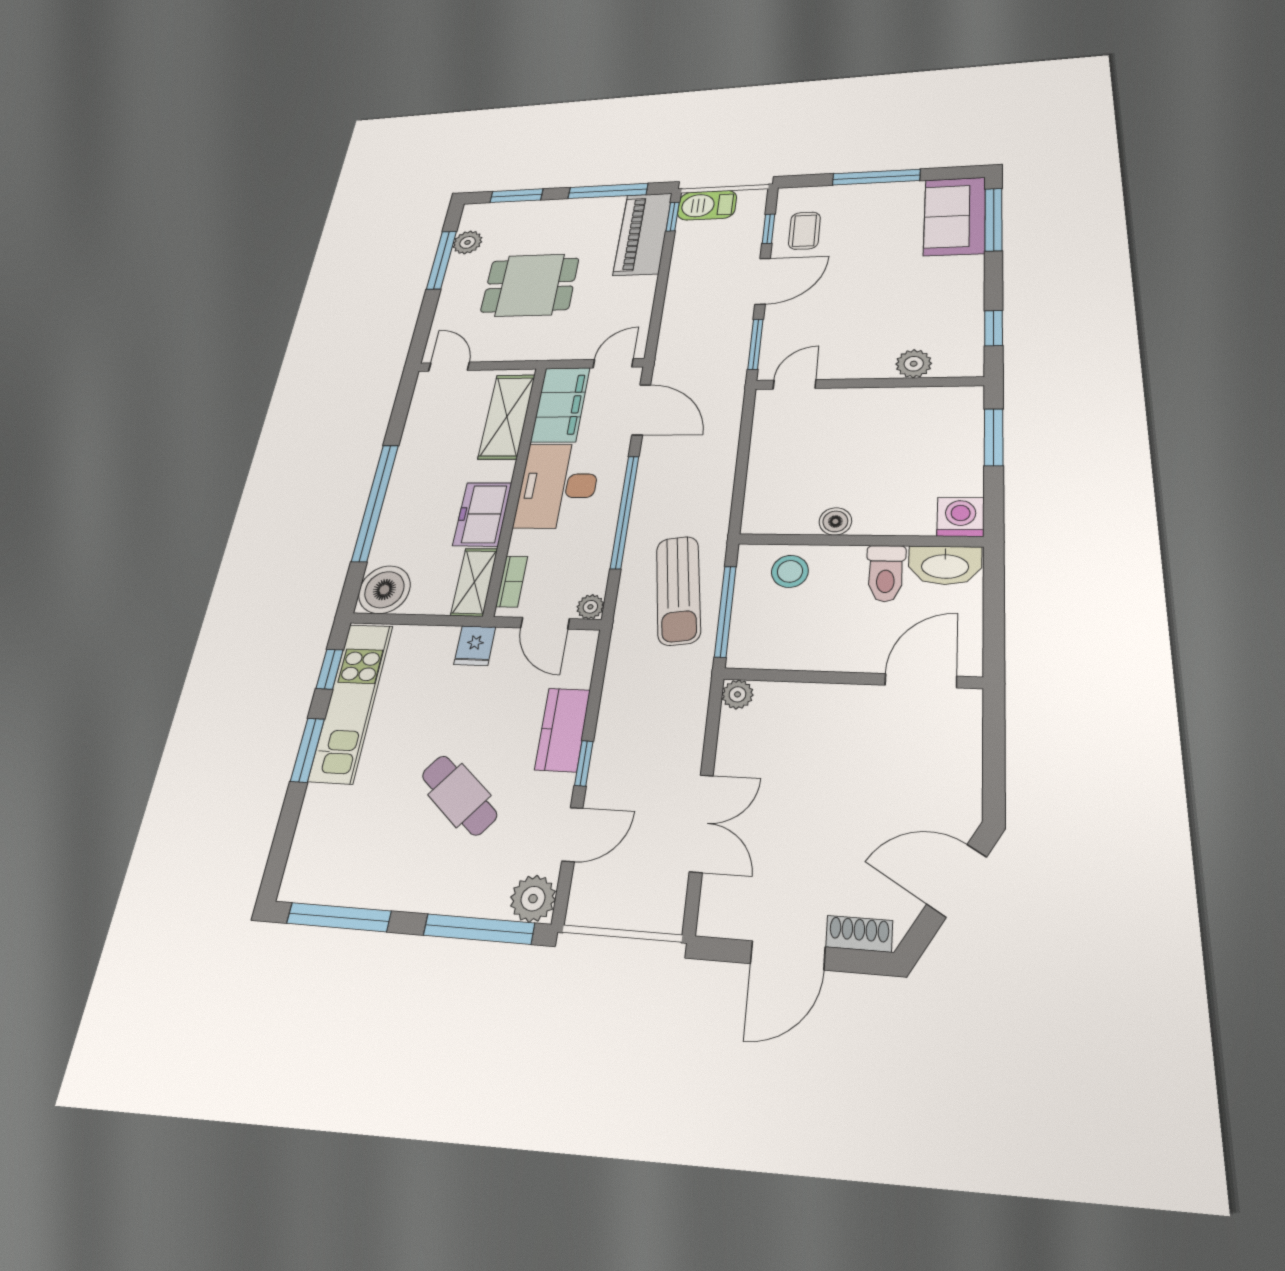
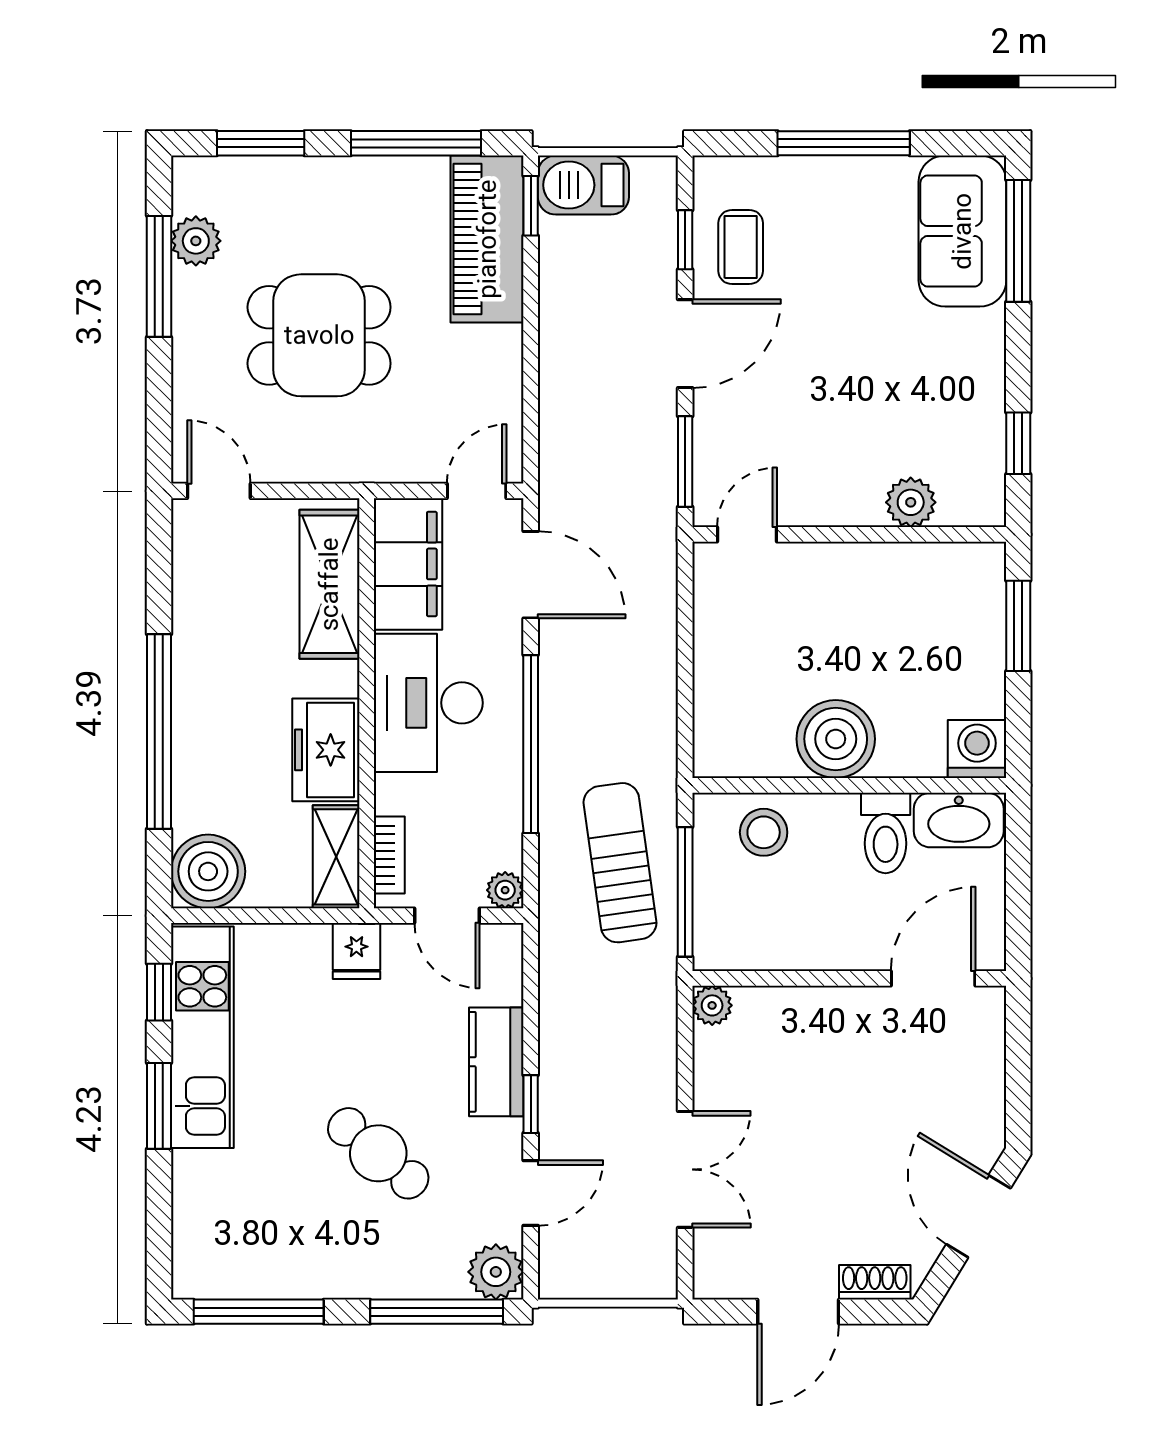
boiler: (835, 521) -> (836, 739), width x1.86, depth x1.86
sun lounger: (678, 590) -> (620, 863), turned 180
door: (957, 881) -> (978, 1216), hinge flipped

